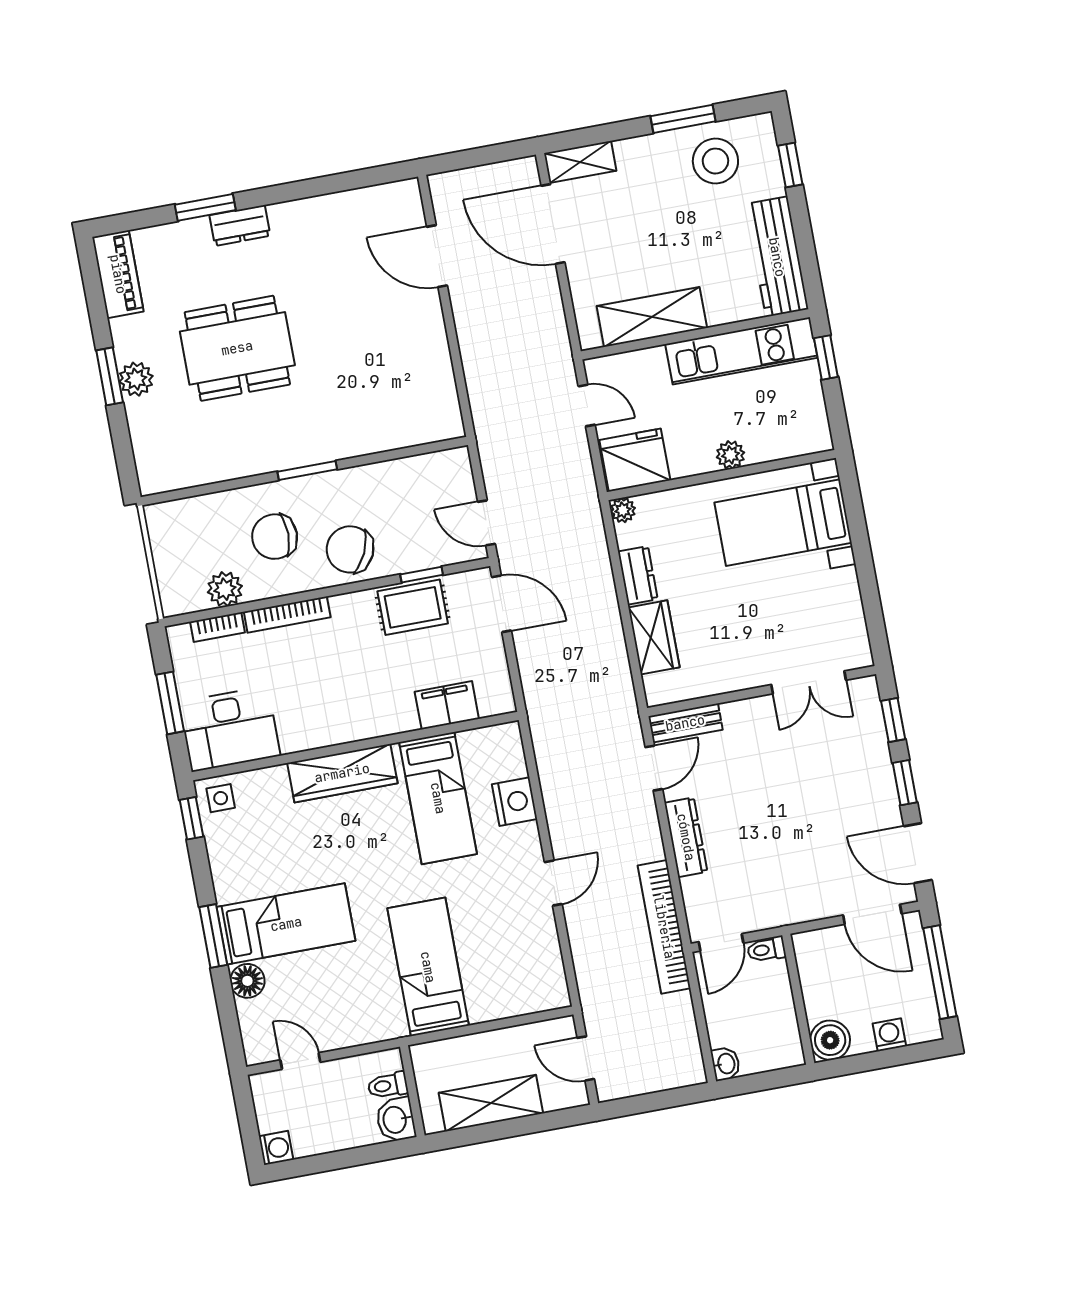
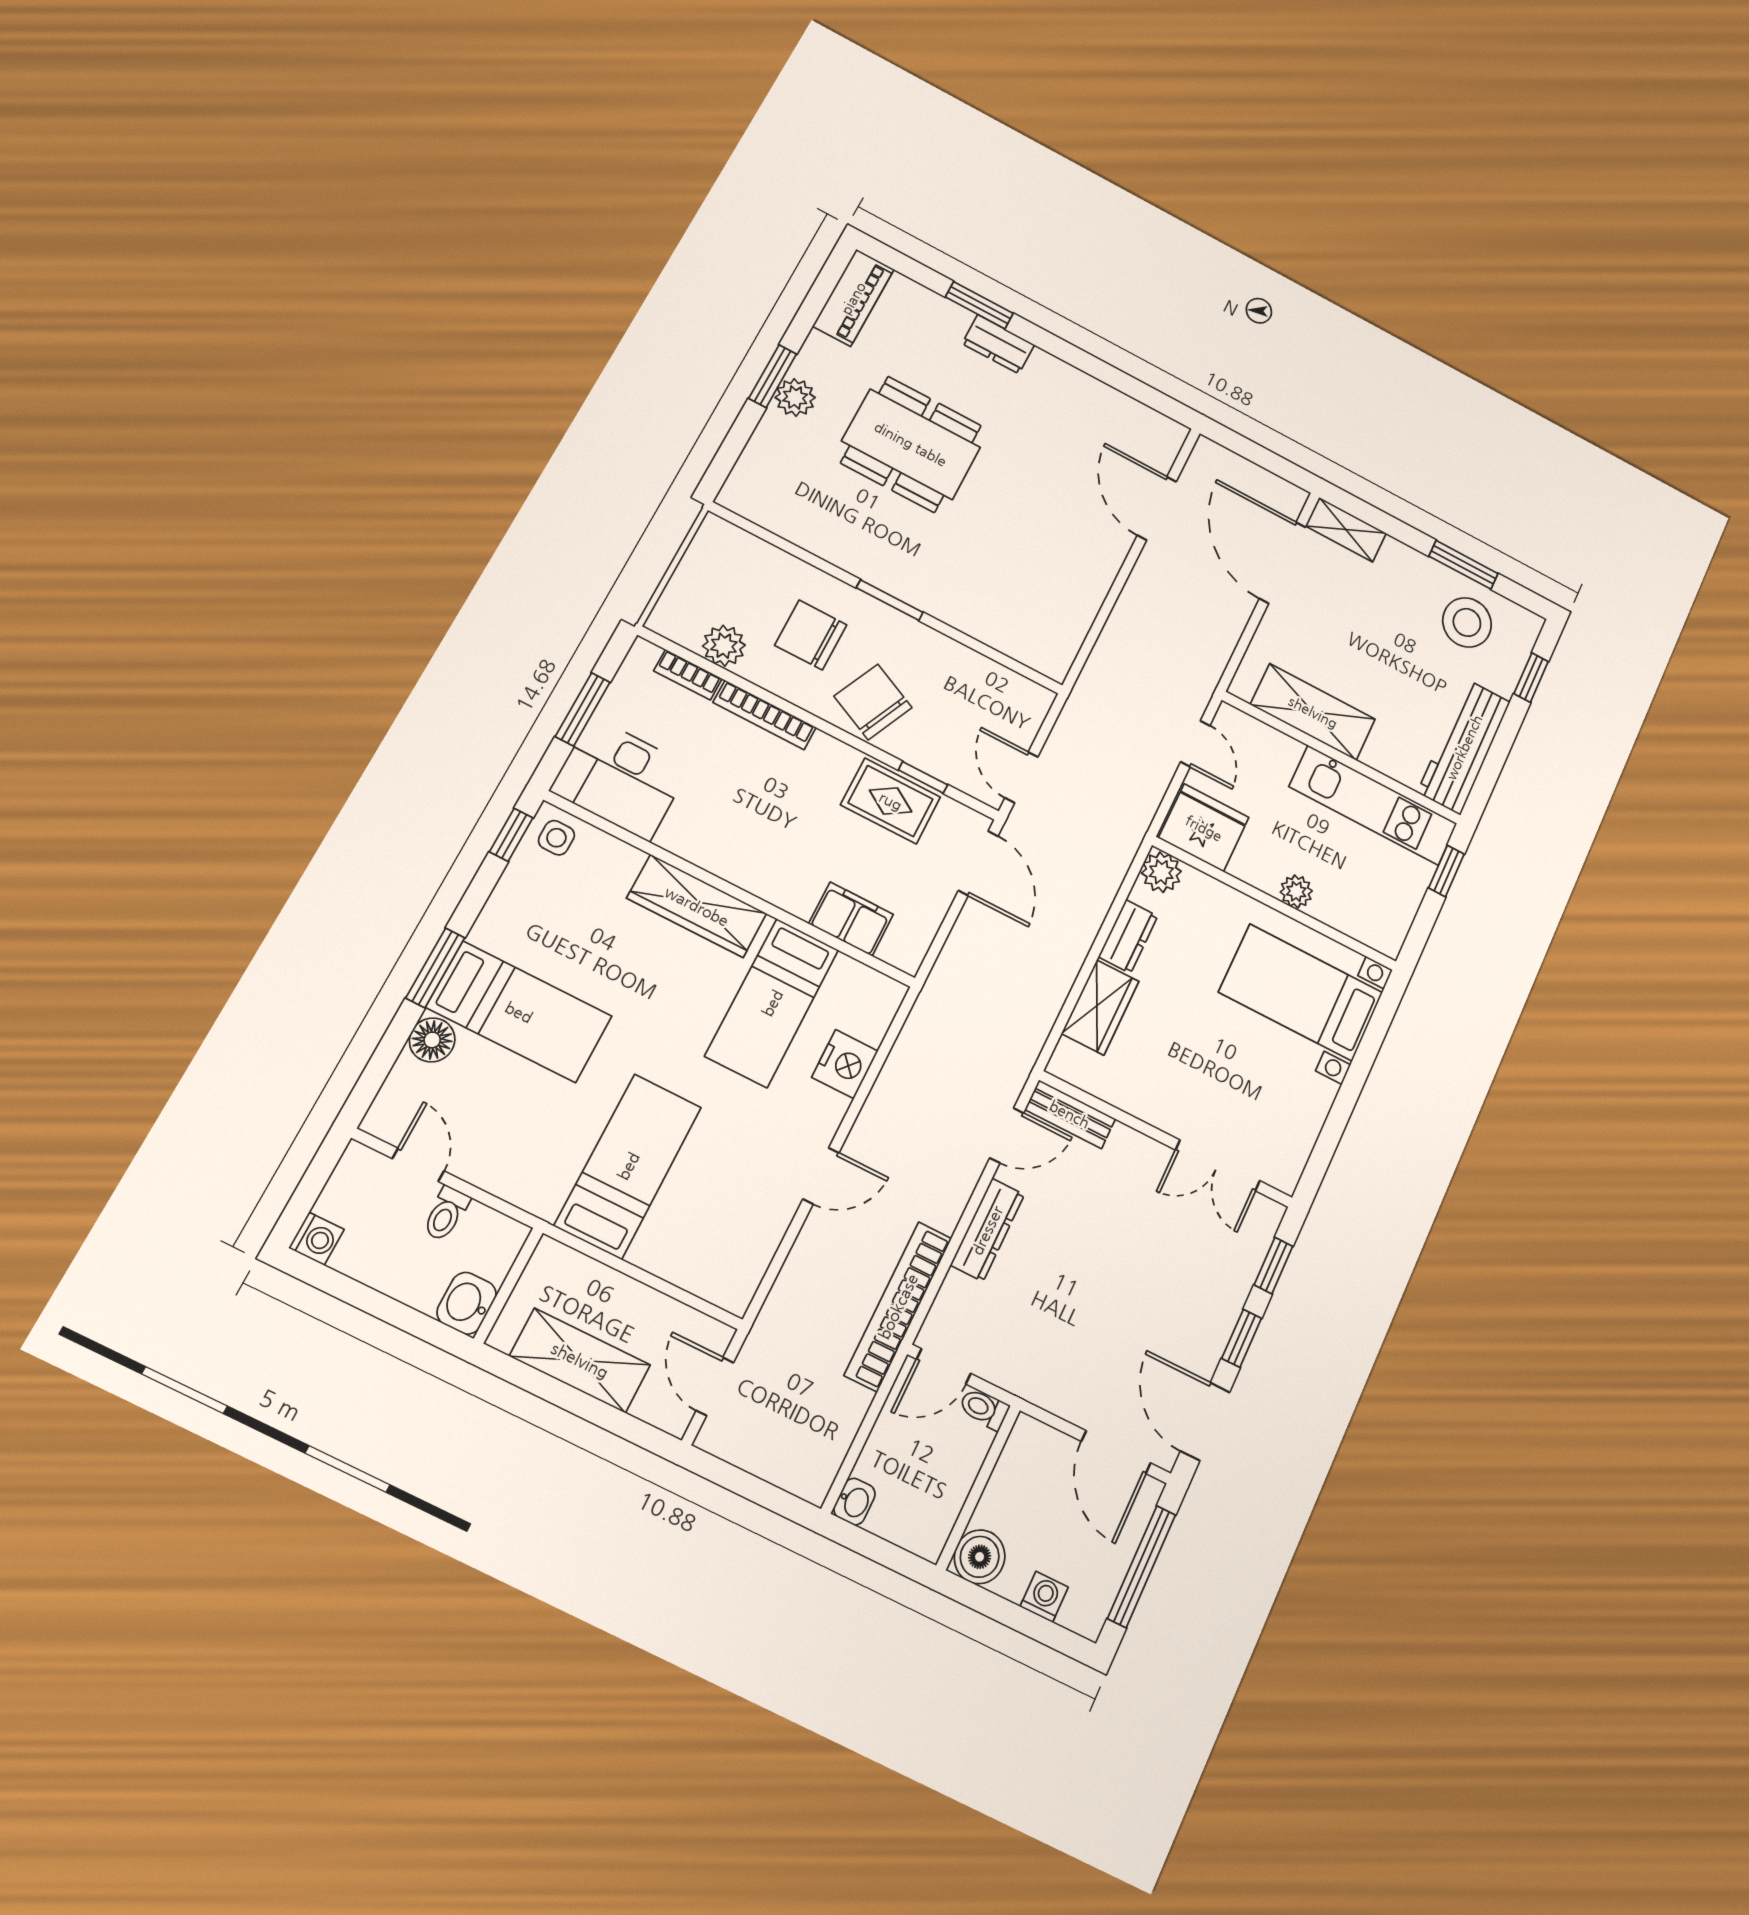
plant: (623, 510) -> (1161, 872), width x1.38, depth x1.38
toilet: (388, 1085) -> (446, 1214), moved, turned -90

